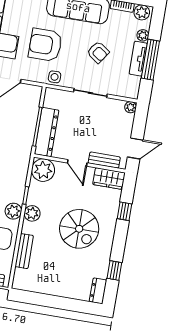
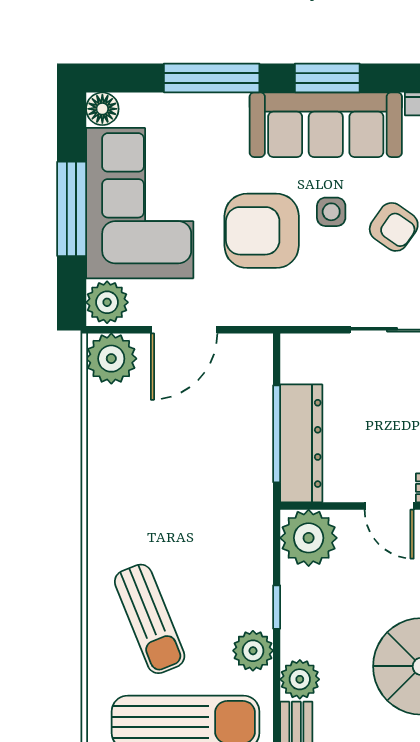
side table: (55, 77) -> (331, 212), moved
plant: (32, 213) -> (300, 679), moved

